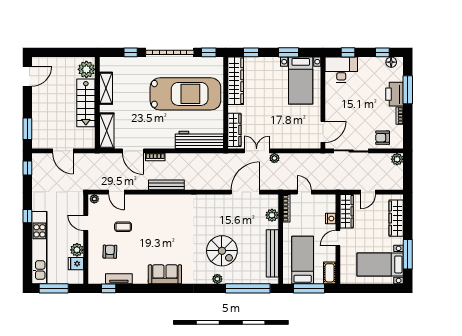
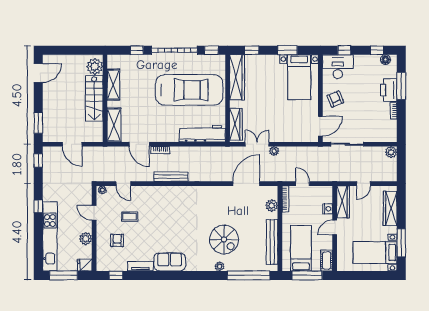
armchair: (383, 138) -> (335, 99), moved, turned 67
fridge: (76, 264) -> (85, 265), moved
tv unit: (119, 279) -> (140, 266), moved

